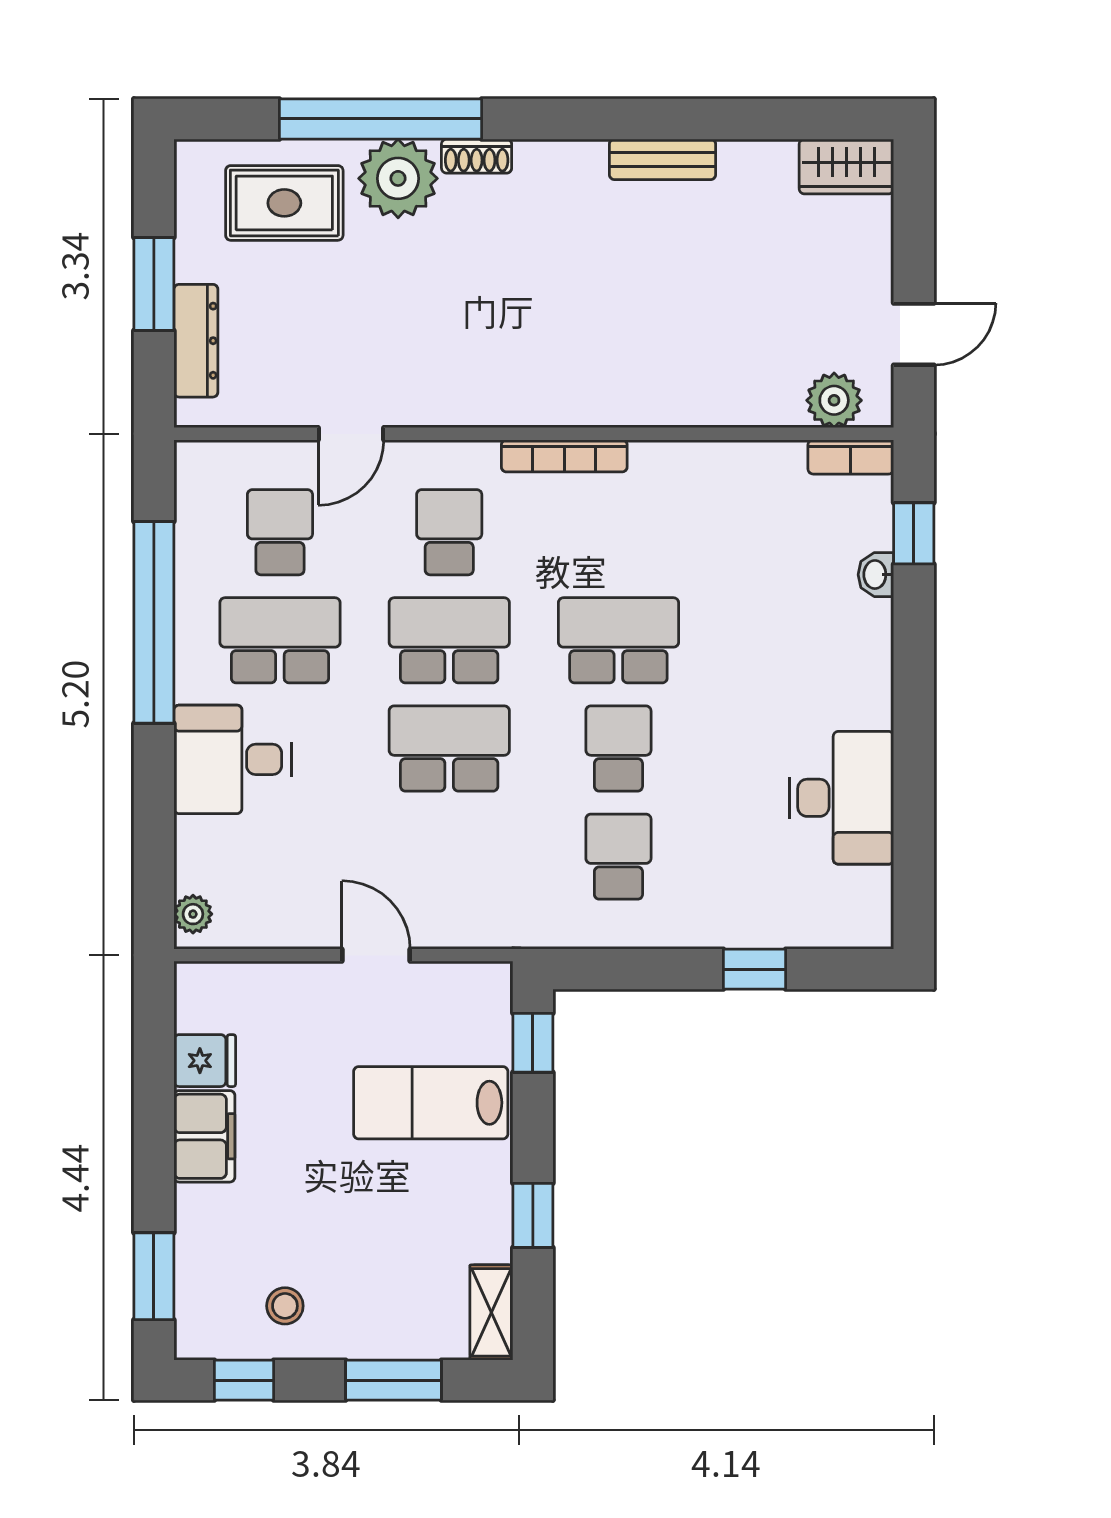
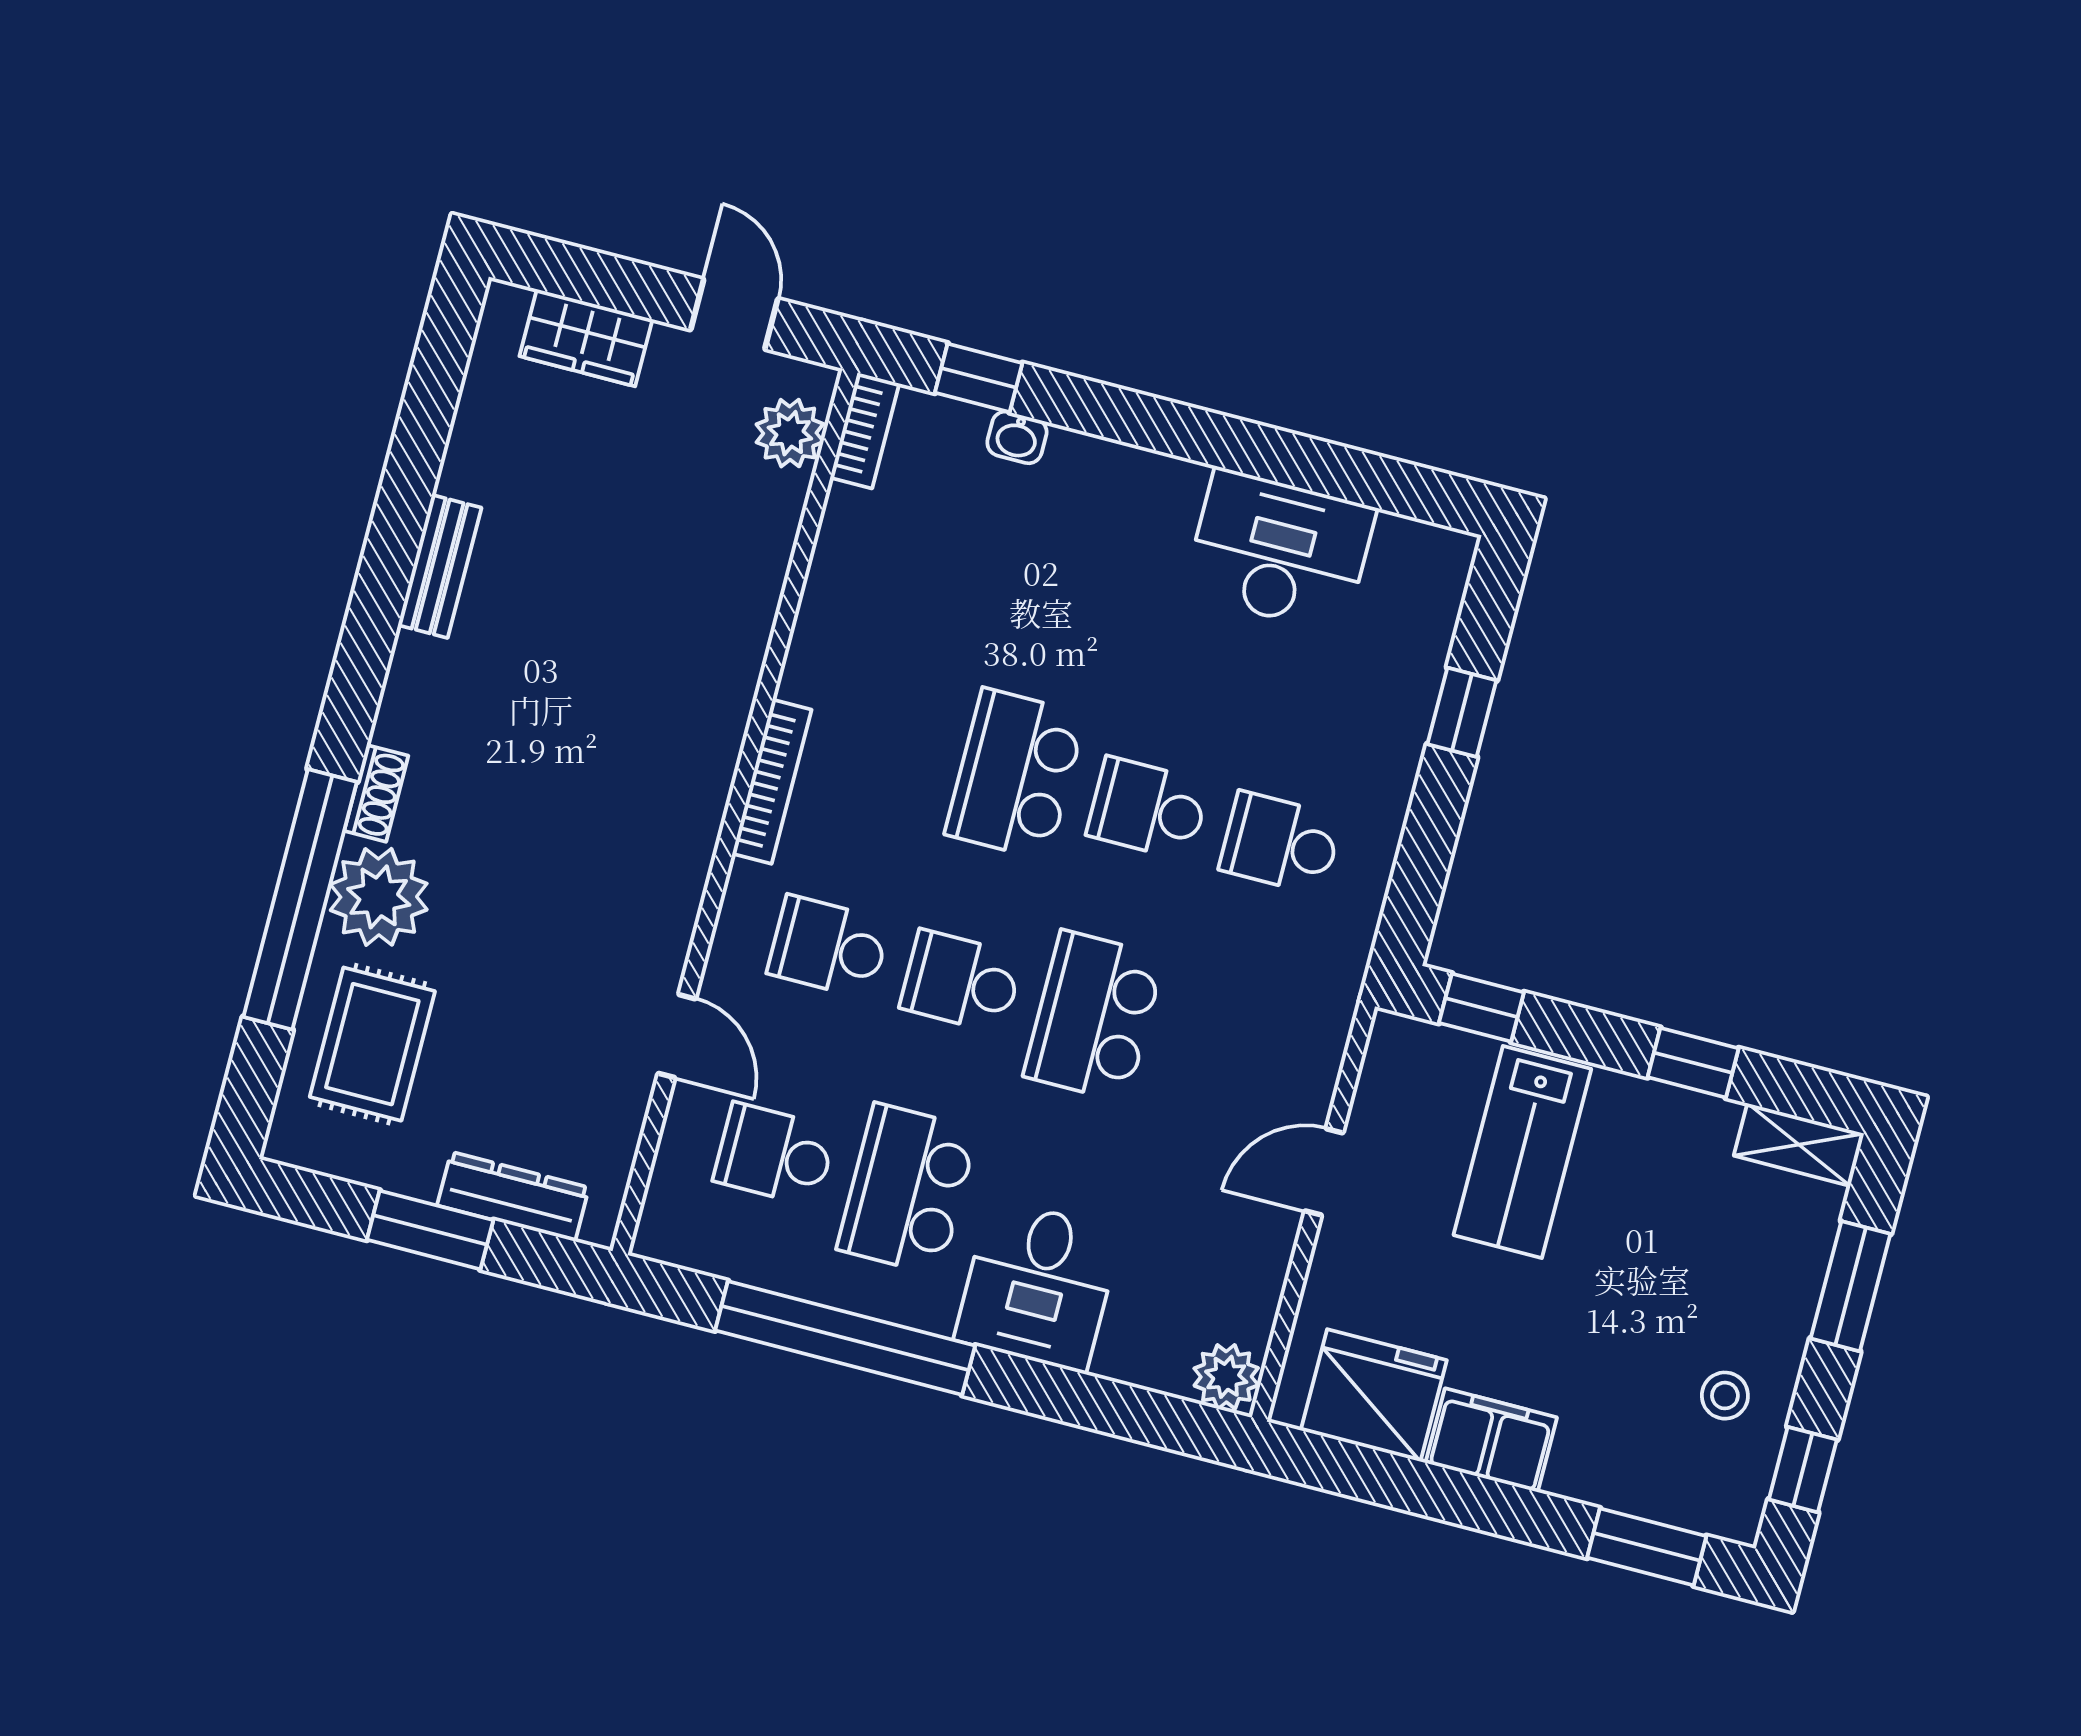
wardrobe: (846, 166) -> (586, 338), moved, turned 90
school desk: (449, 640) -> (961, 982), width x0.54
plant: (193, 914) -> (1226, 1377), width x1.38, depth x1.38
fridge: (205, 1061) -> (1374, 1395), width x1.88, depth x1.34

